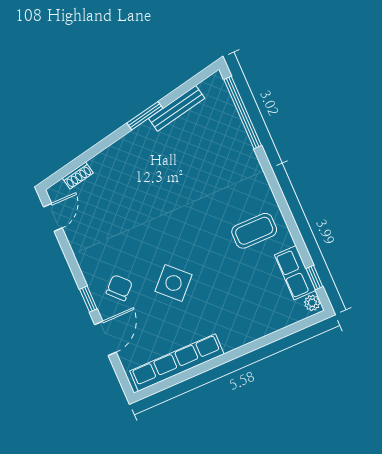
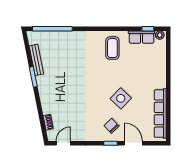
door: (53, 217) -> (63, 143), hinge flipped

